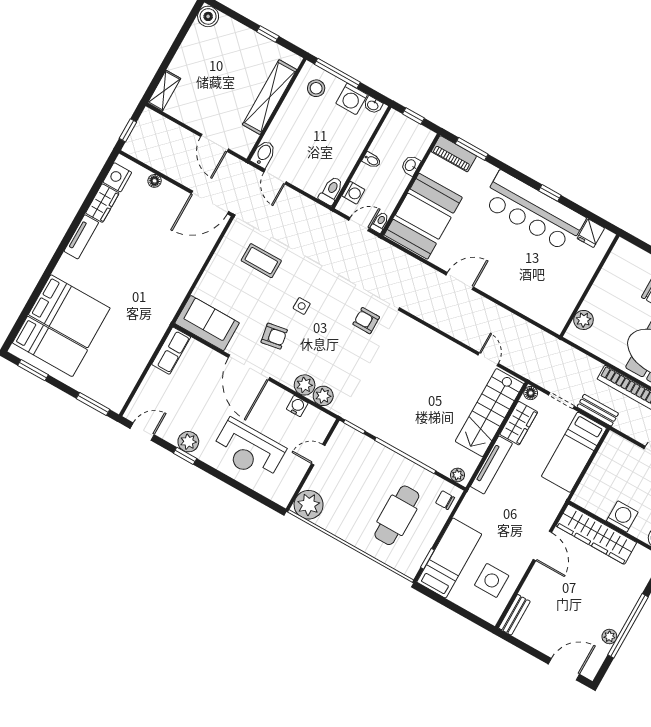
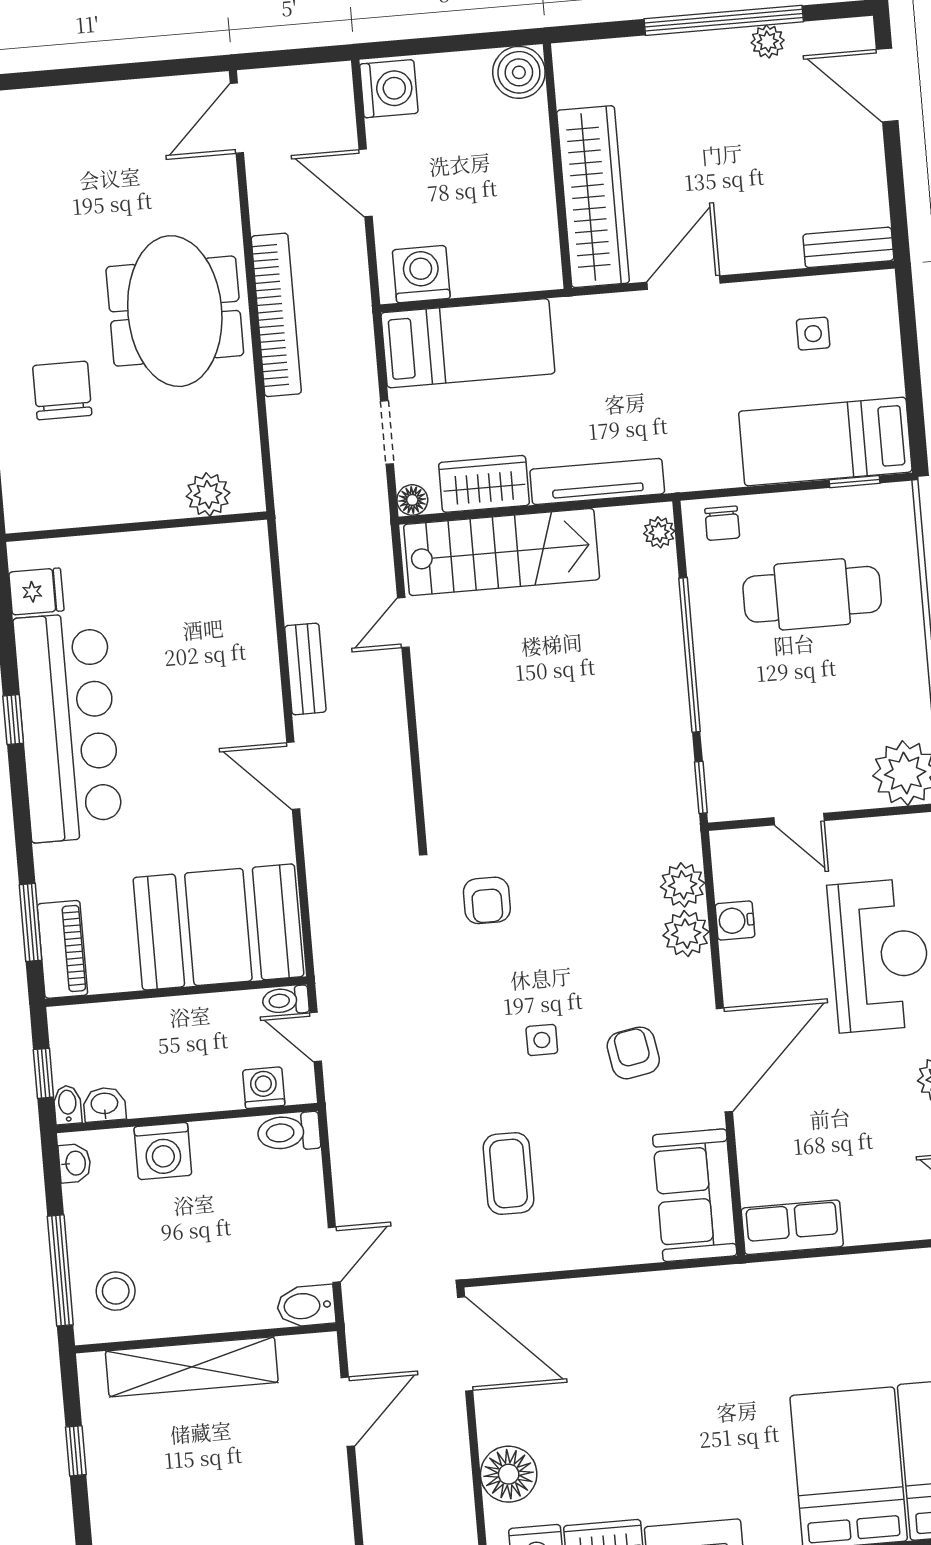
washing machine: (352, 99) -> (163, 1151), moved, turned 90
bidet: (372, 160) -> (68, 1105), moved
washbasin: (411, 165) -> (105, 1104), moved, turned 180
floor lamp: (155, 181) -> (509, 1474), width x1.89, depth x1.89
bench: (598, 410) -> (305, 669), moved
washing machine: (622, 517) -> (421, 274), moved, turned 90
side table: (492, 580) -> (813, 334), width x0.54, depth x0.54

